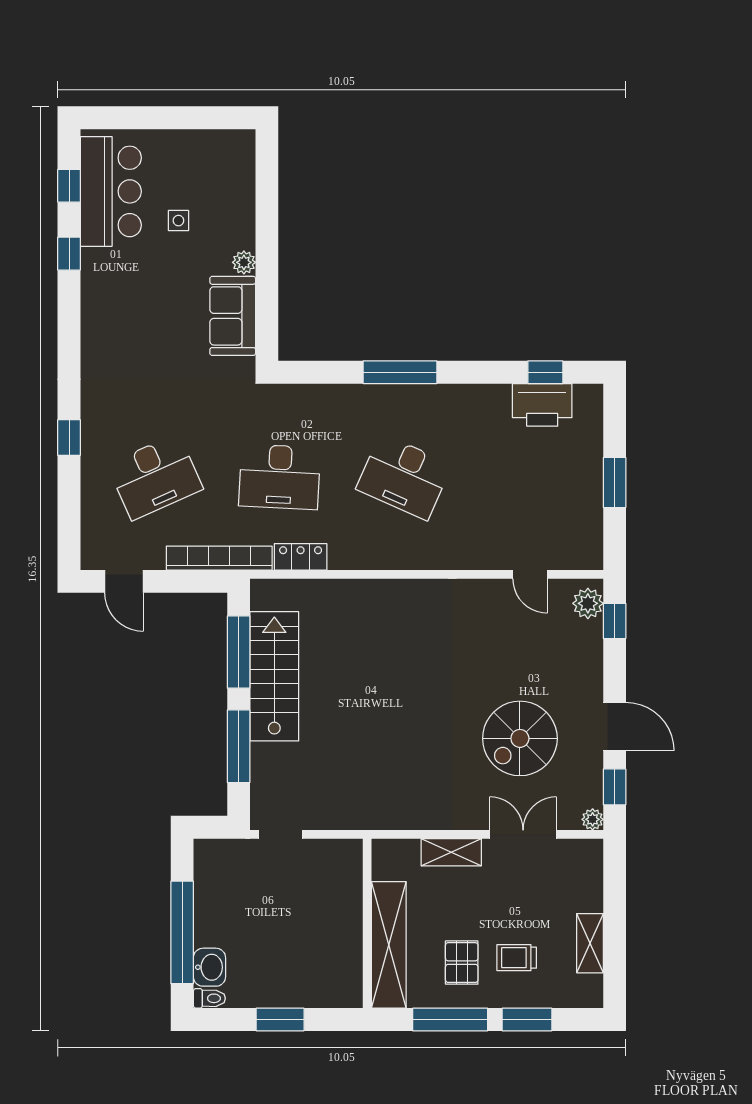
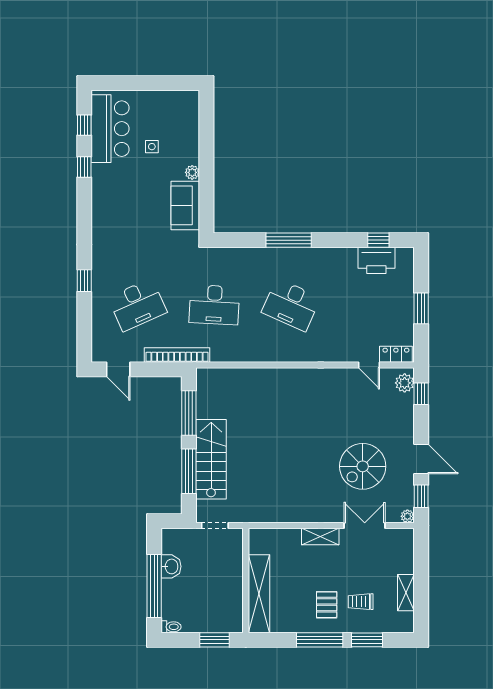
locker: (301, 557) -> (396, 354), moved
stairs: (274, 676) -> (211, 459), moved
wall: (367, 923) -> (246, 581), moved
shelving: (389, 945) -> (259, 594), moved
washbasin: (209, 967) -> (171, 566), moved

